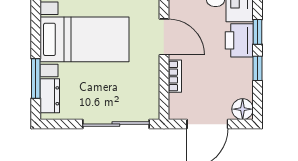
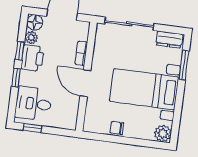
printer: (239, 40) -> (32, 58), moved
plant: (244, 88) -> (31, 37), added
dresser: (50, 96) -> (169, 40), moved, turned -90

